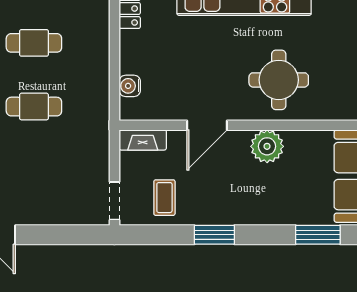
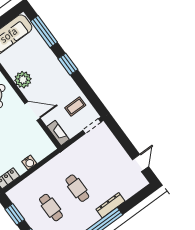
water cooler: (130, 86) -> (29, 162), moved
window: (214, 235) -> (68, 64), moved
window: (318, 235) -> (44, 32), width x1.44

